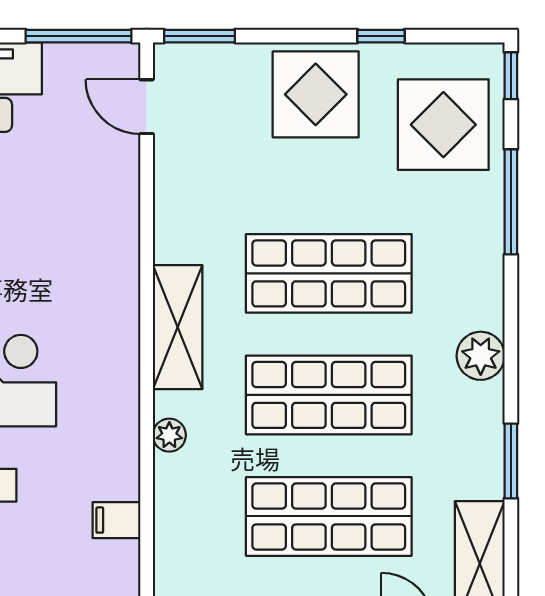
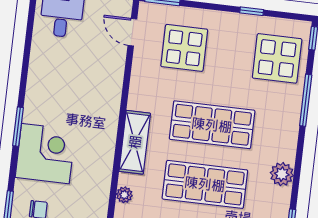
display table: (316, 94) -> (184, 48), moved

